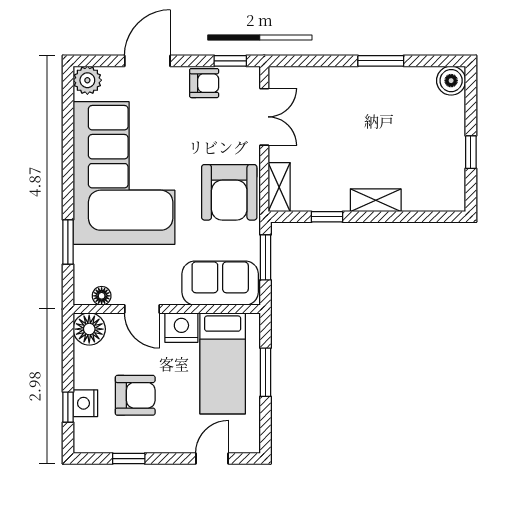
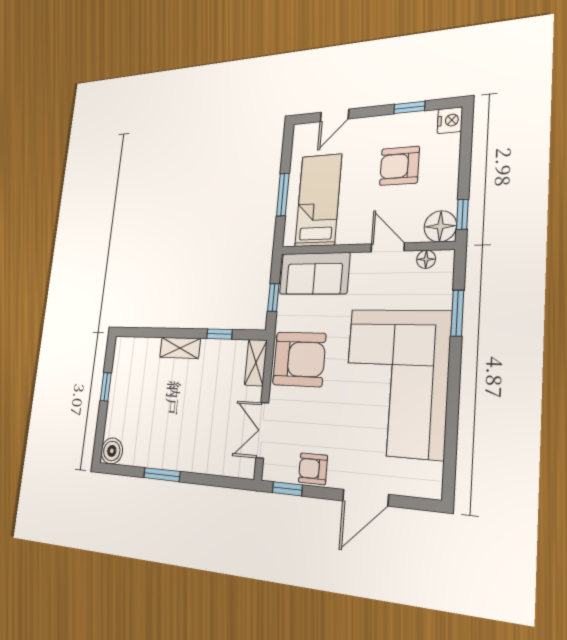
plant: (87, 80) -> (428, 483), removed
armchair: (229, 192) -> (299, 359), turned 90
window: (266, 257) -> (273, 297), width x0.67
nightstand: (181, 328) -> (352, 231), removed
nightstand: (85, 403) -> (450, 120), moved
window: (68, 407) -> (462, 214), moved

